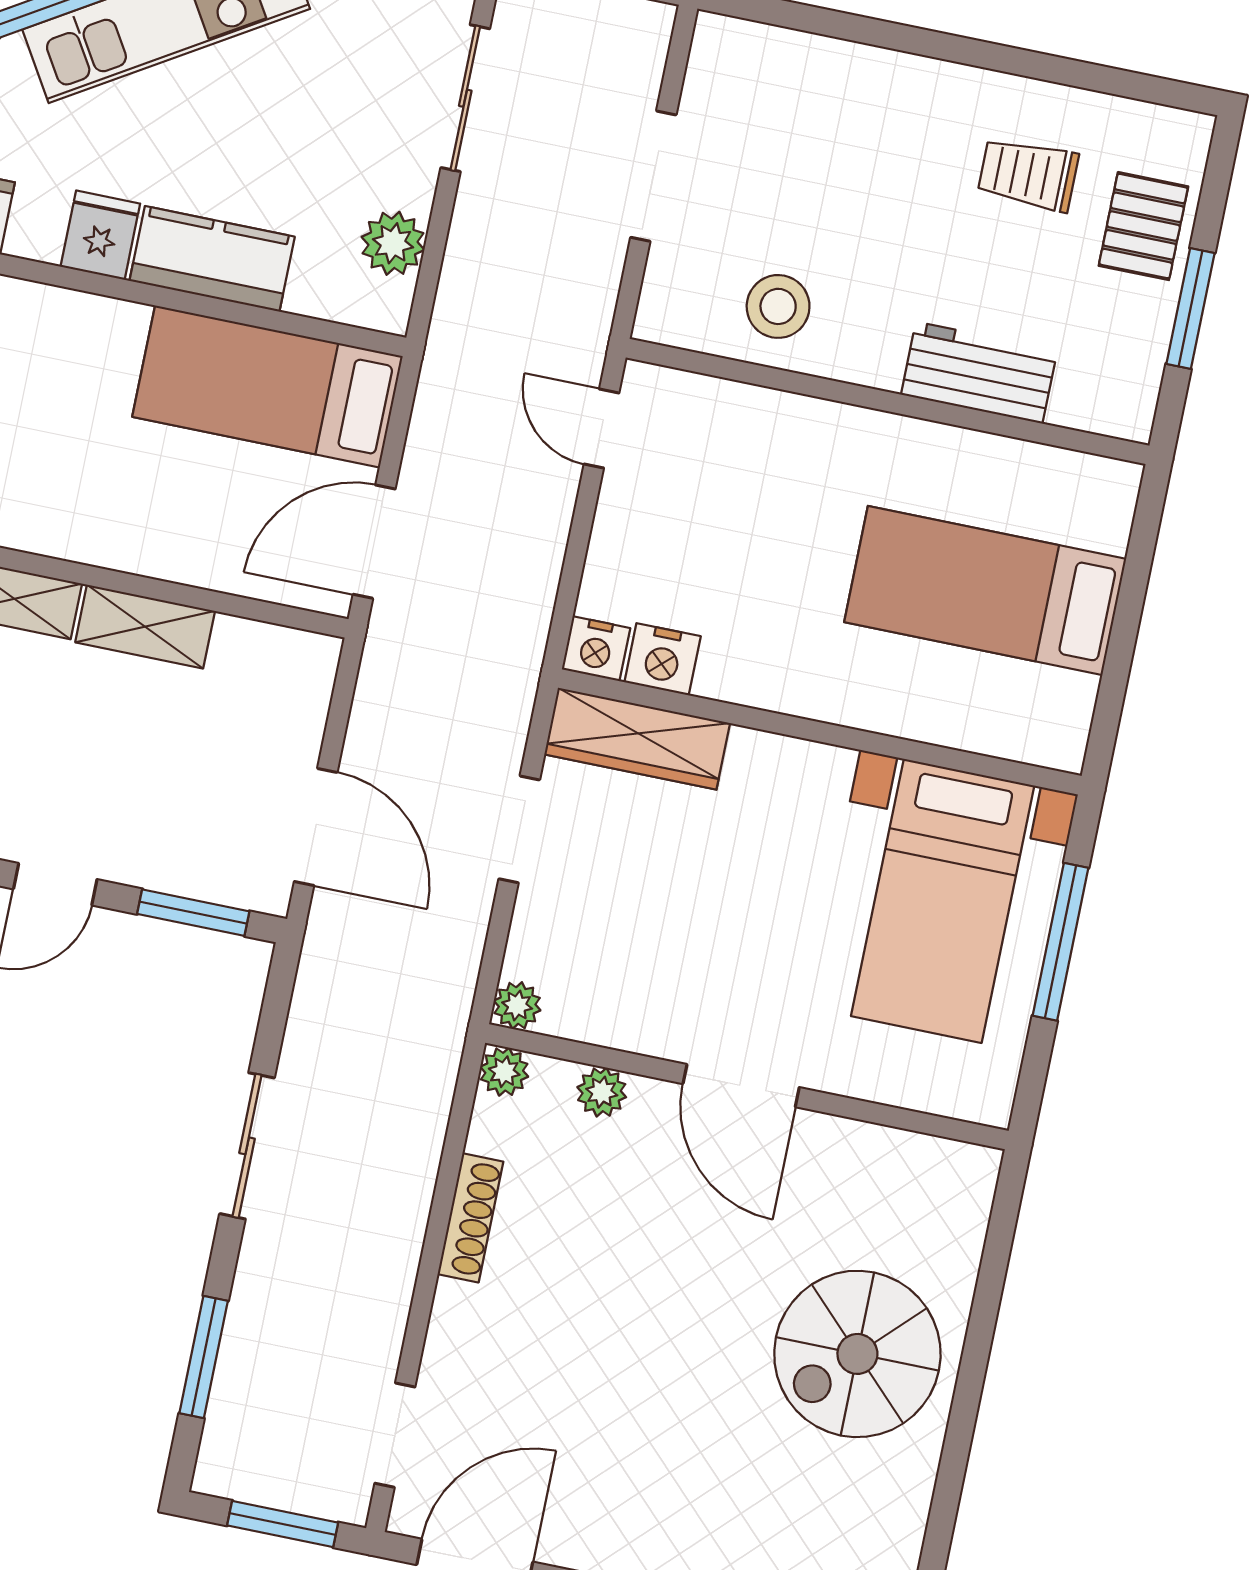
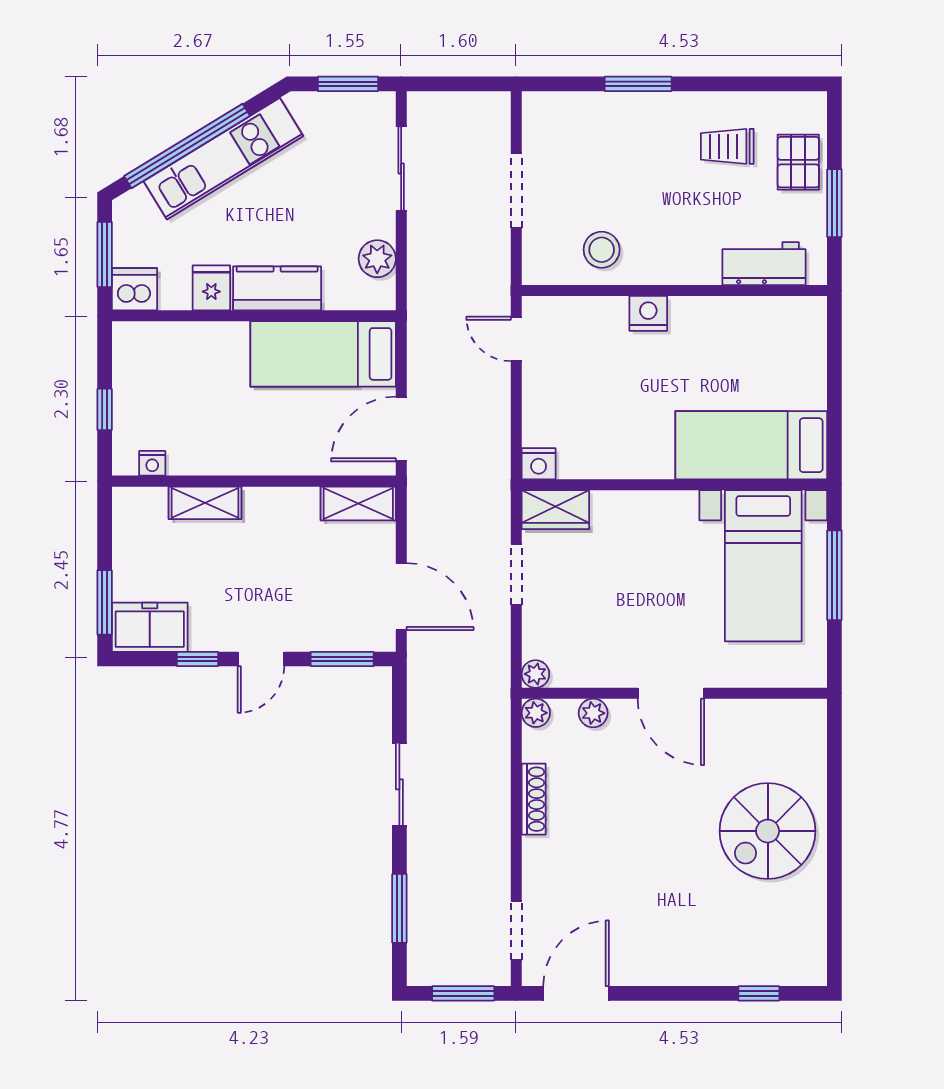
window: (898, 37) -> (638, 84), added
workbench: (979, 373) -> (764, 264), moved
bed: (985, 590) -> (751, 445), moved
shelving: (145, 627) -> (358, 503), moved
nightstand: (663, 659) -> (648, 313), moved, turned 180
wardrobe: (637, 739) -> (555, 510), width x0.67

